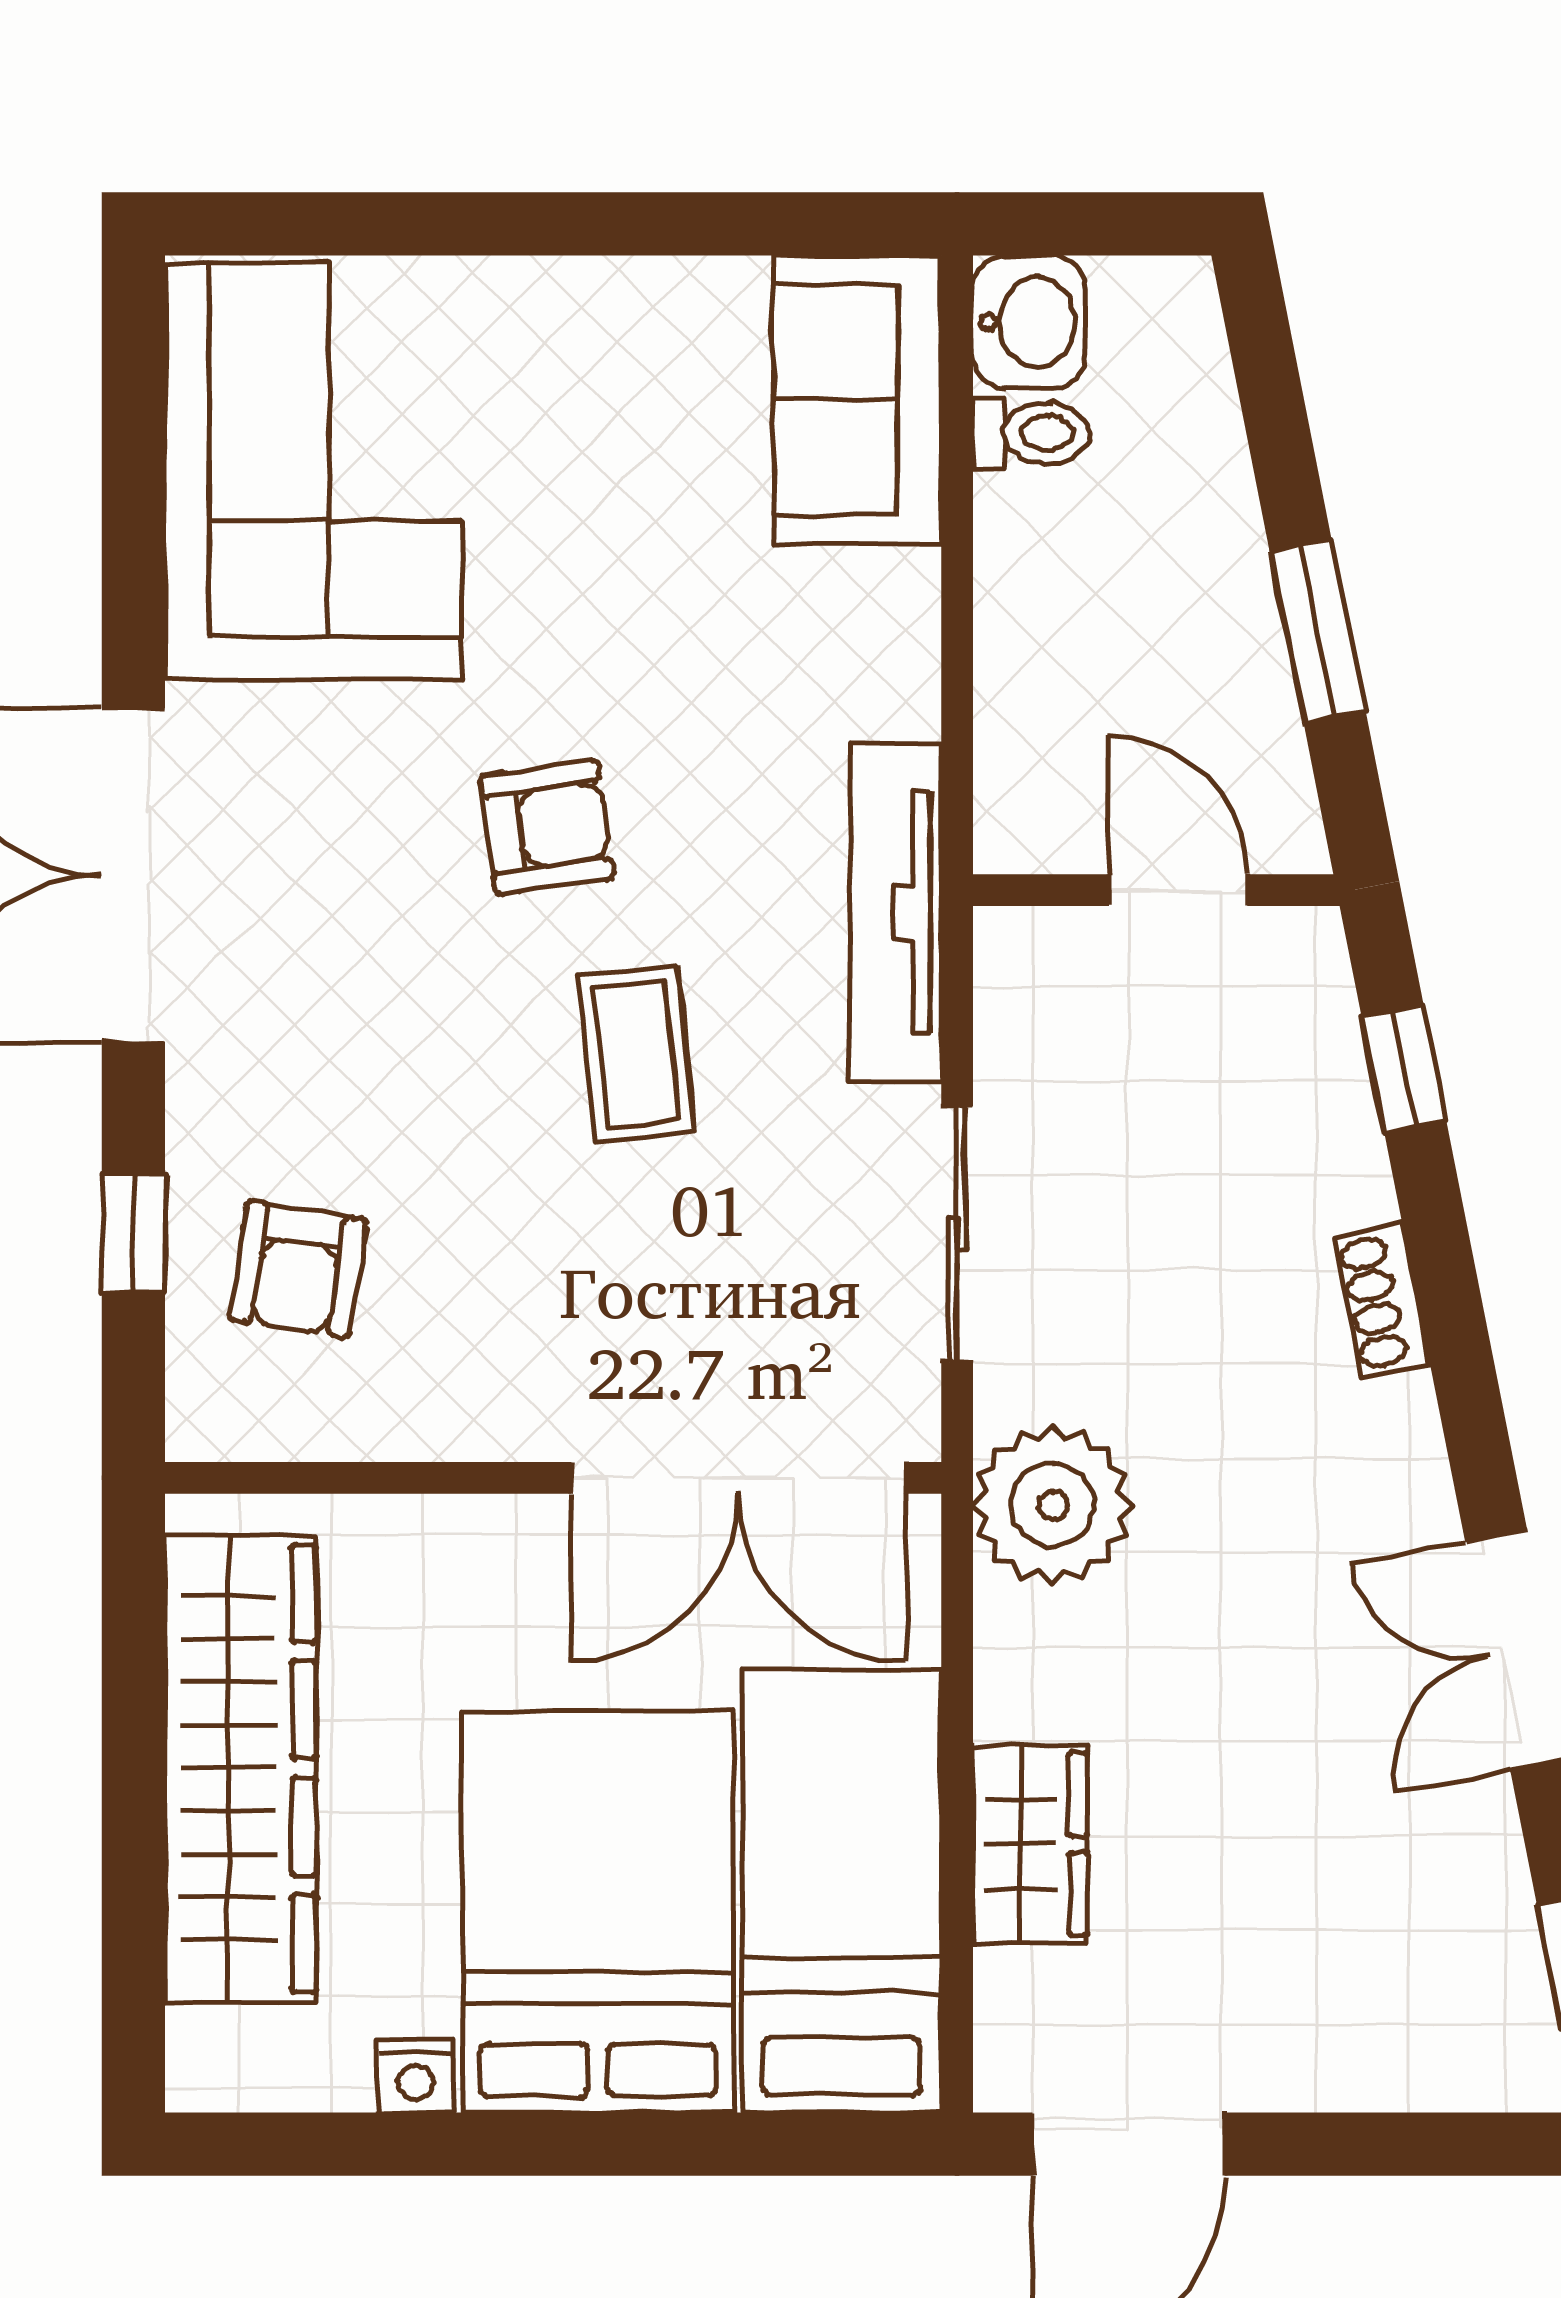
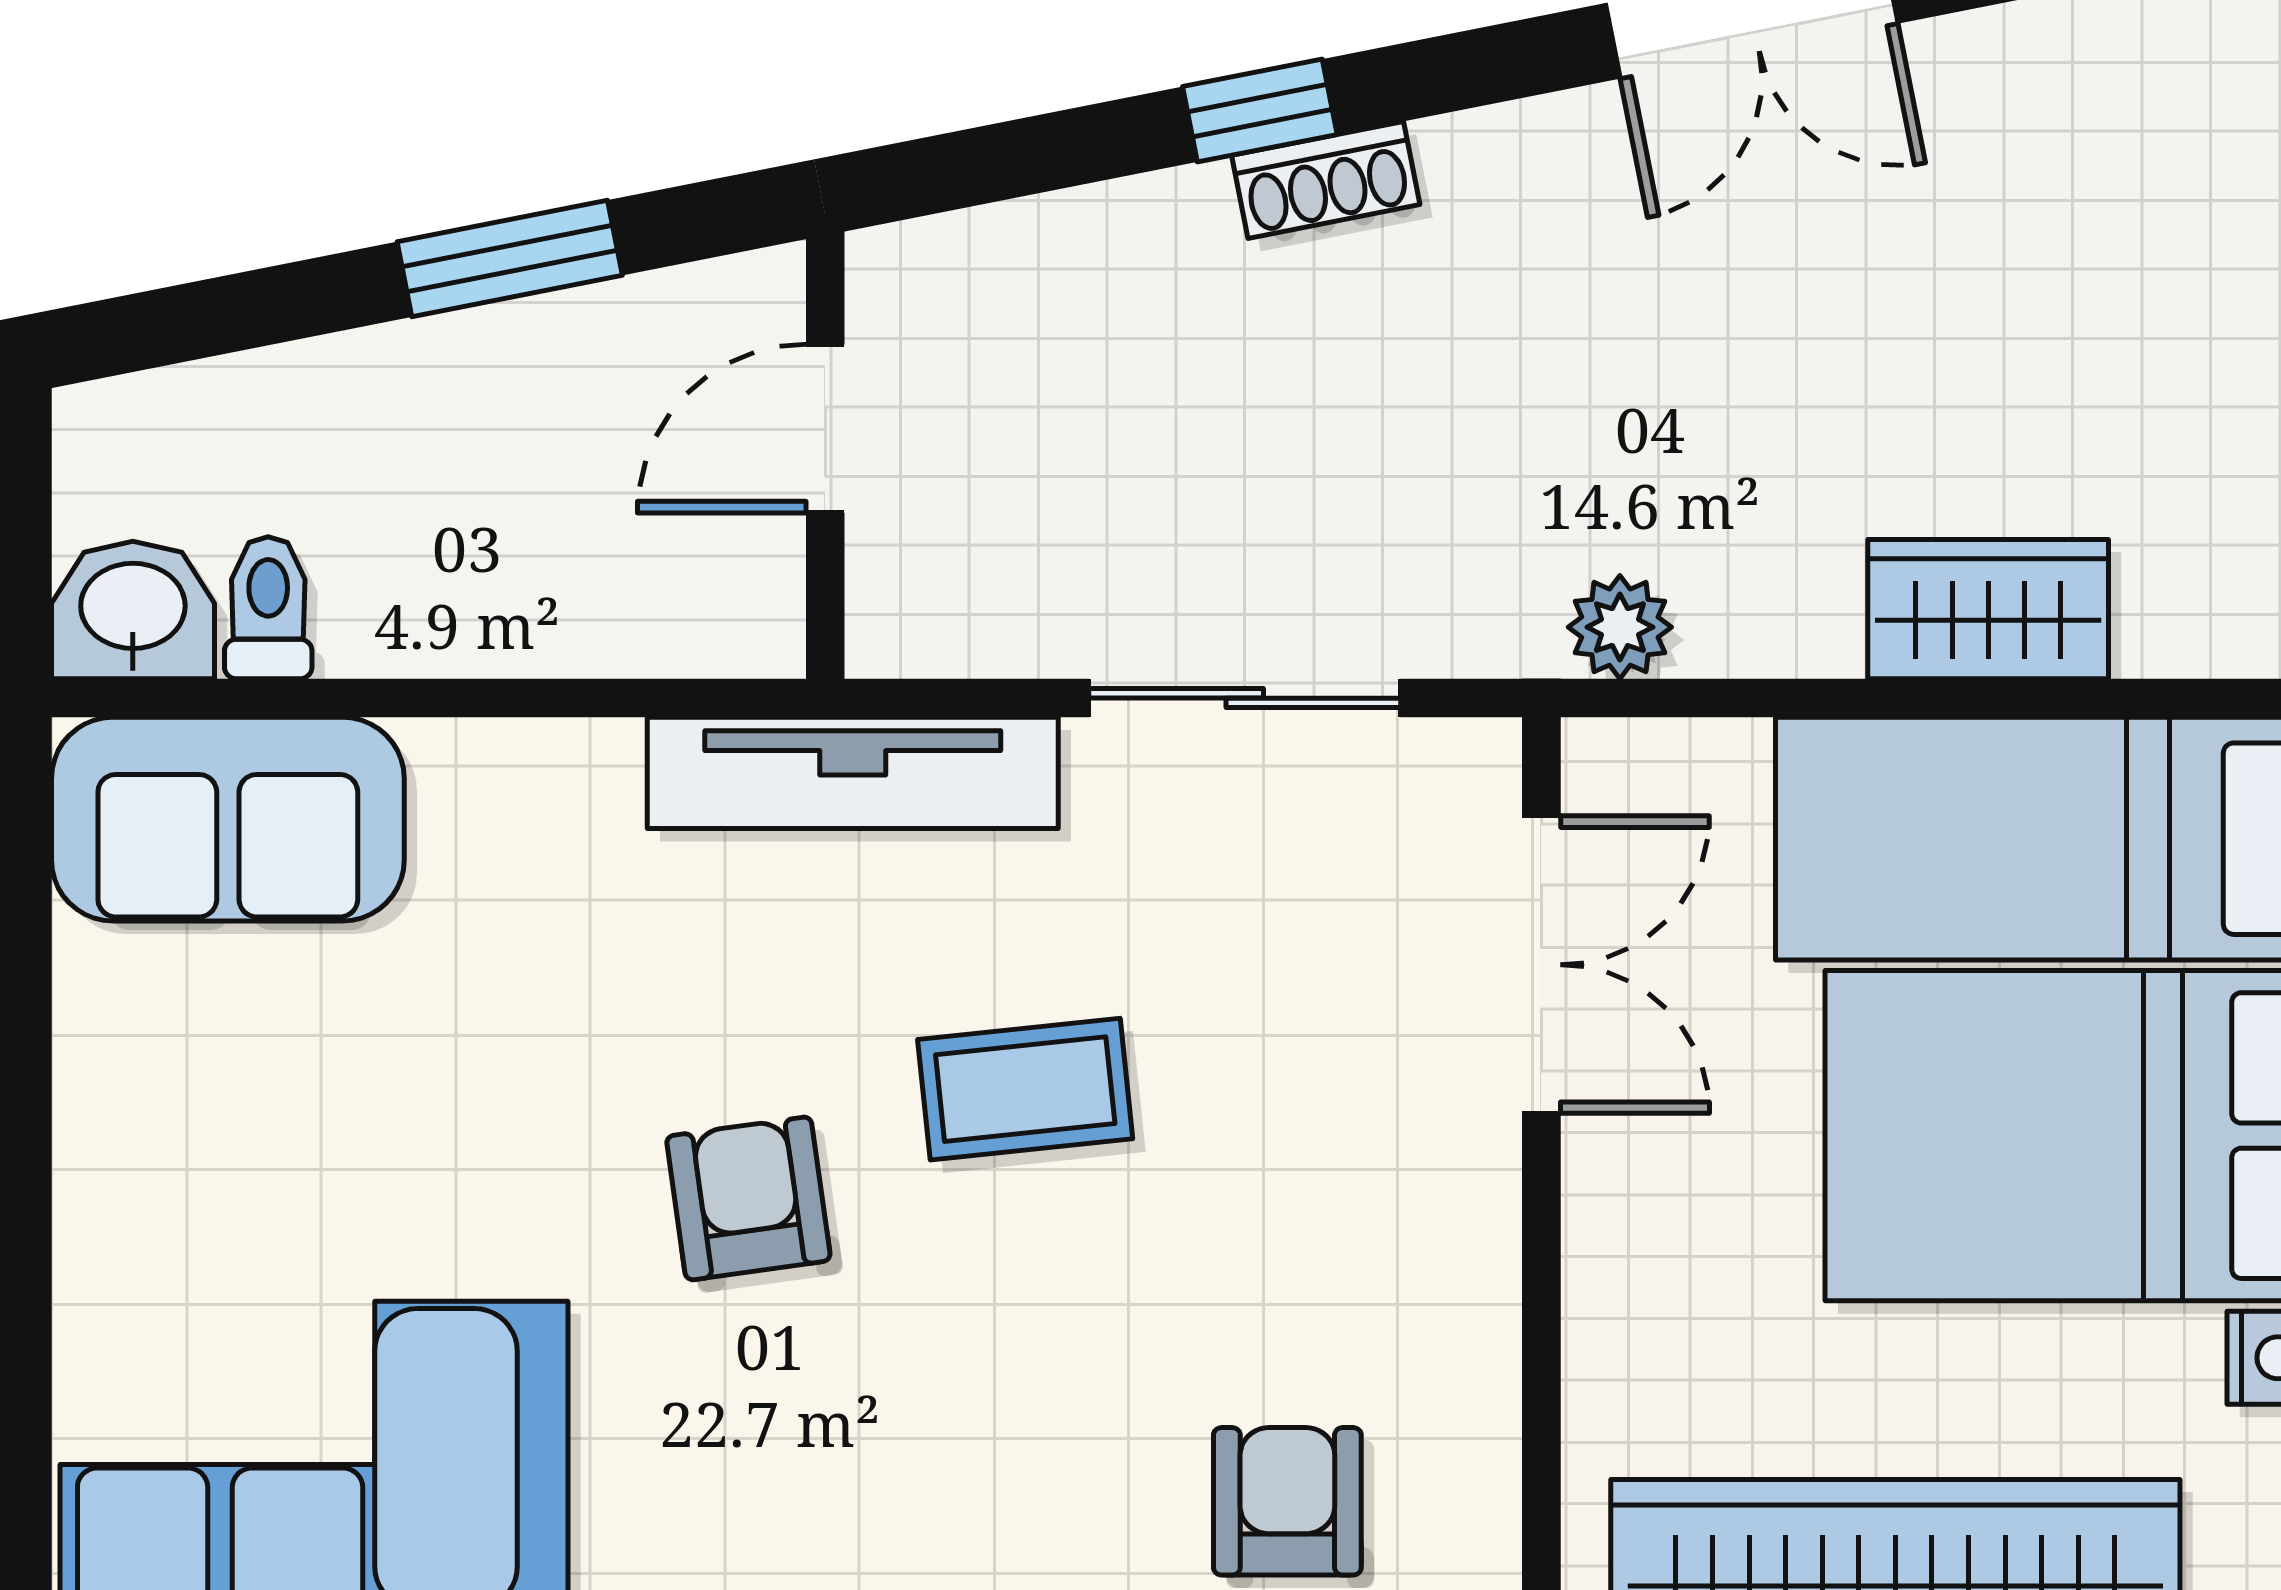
window: (1404, 1069) -> (1260, 111), moved
armchair: (298, 1269) -> (1287, 1501), turned -99
double door: (738, 1478) -> (1541, 965), width x0.73
plant: (1052, 1505) -> (1620, 627), width x0.53, depth x0.53

